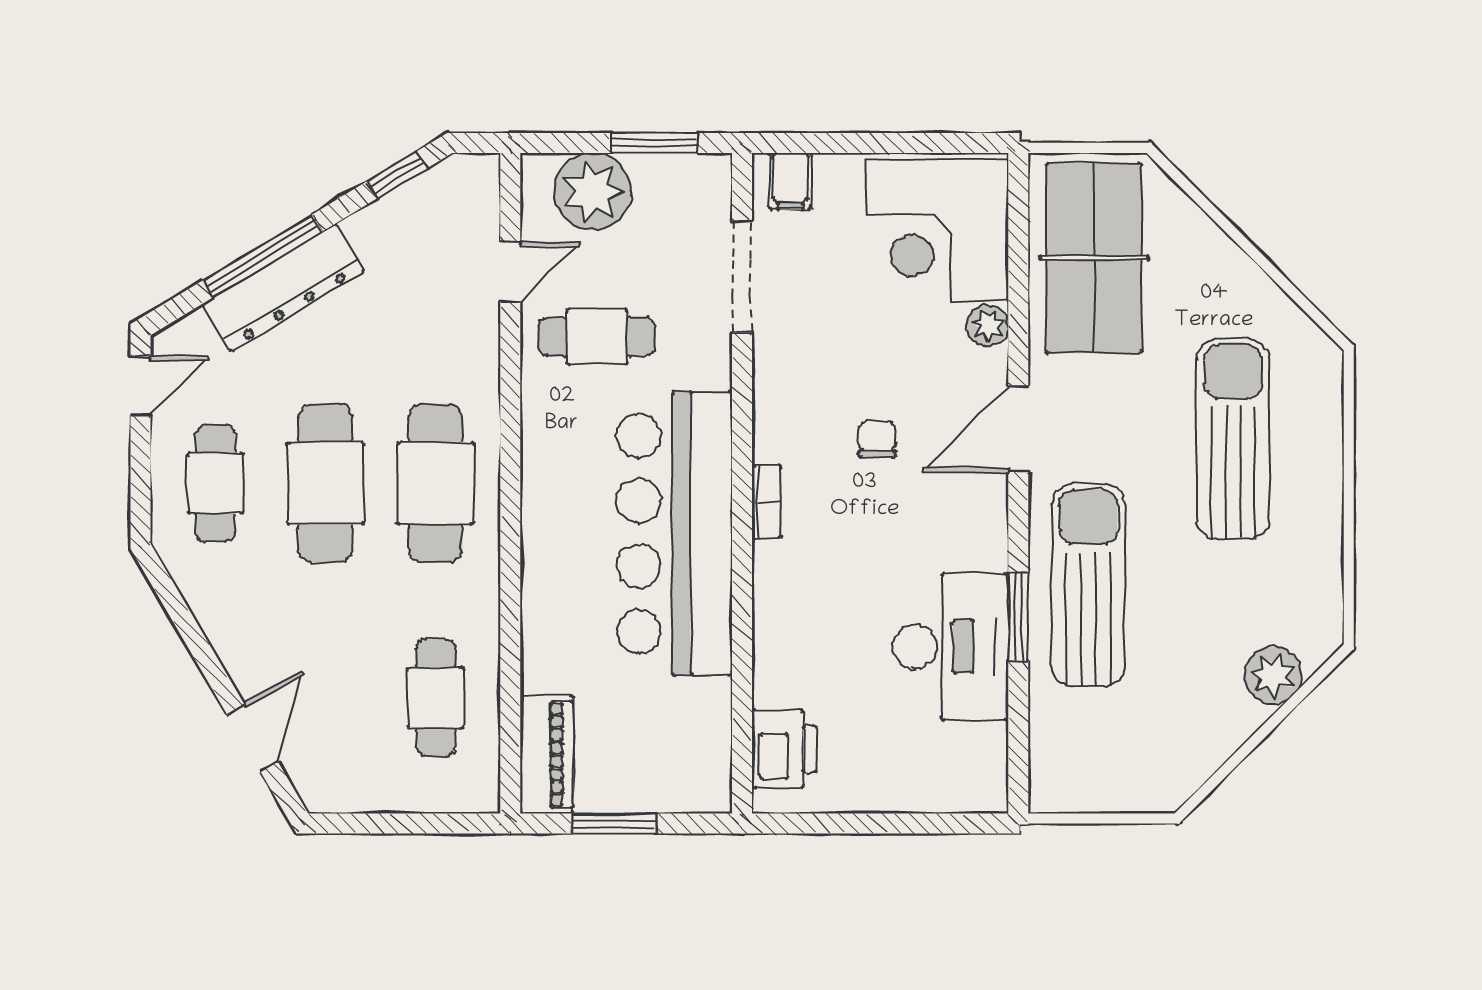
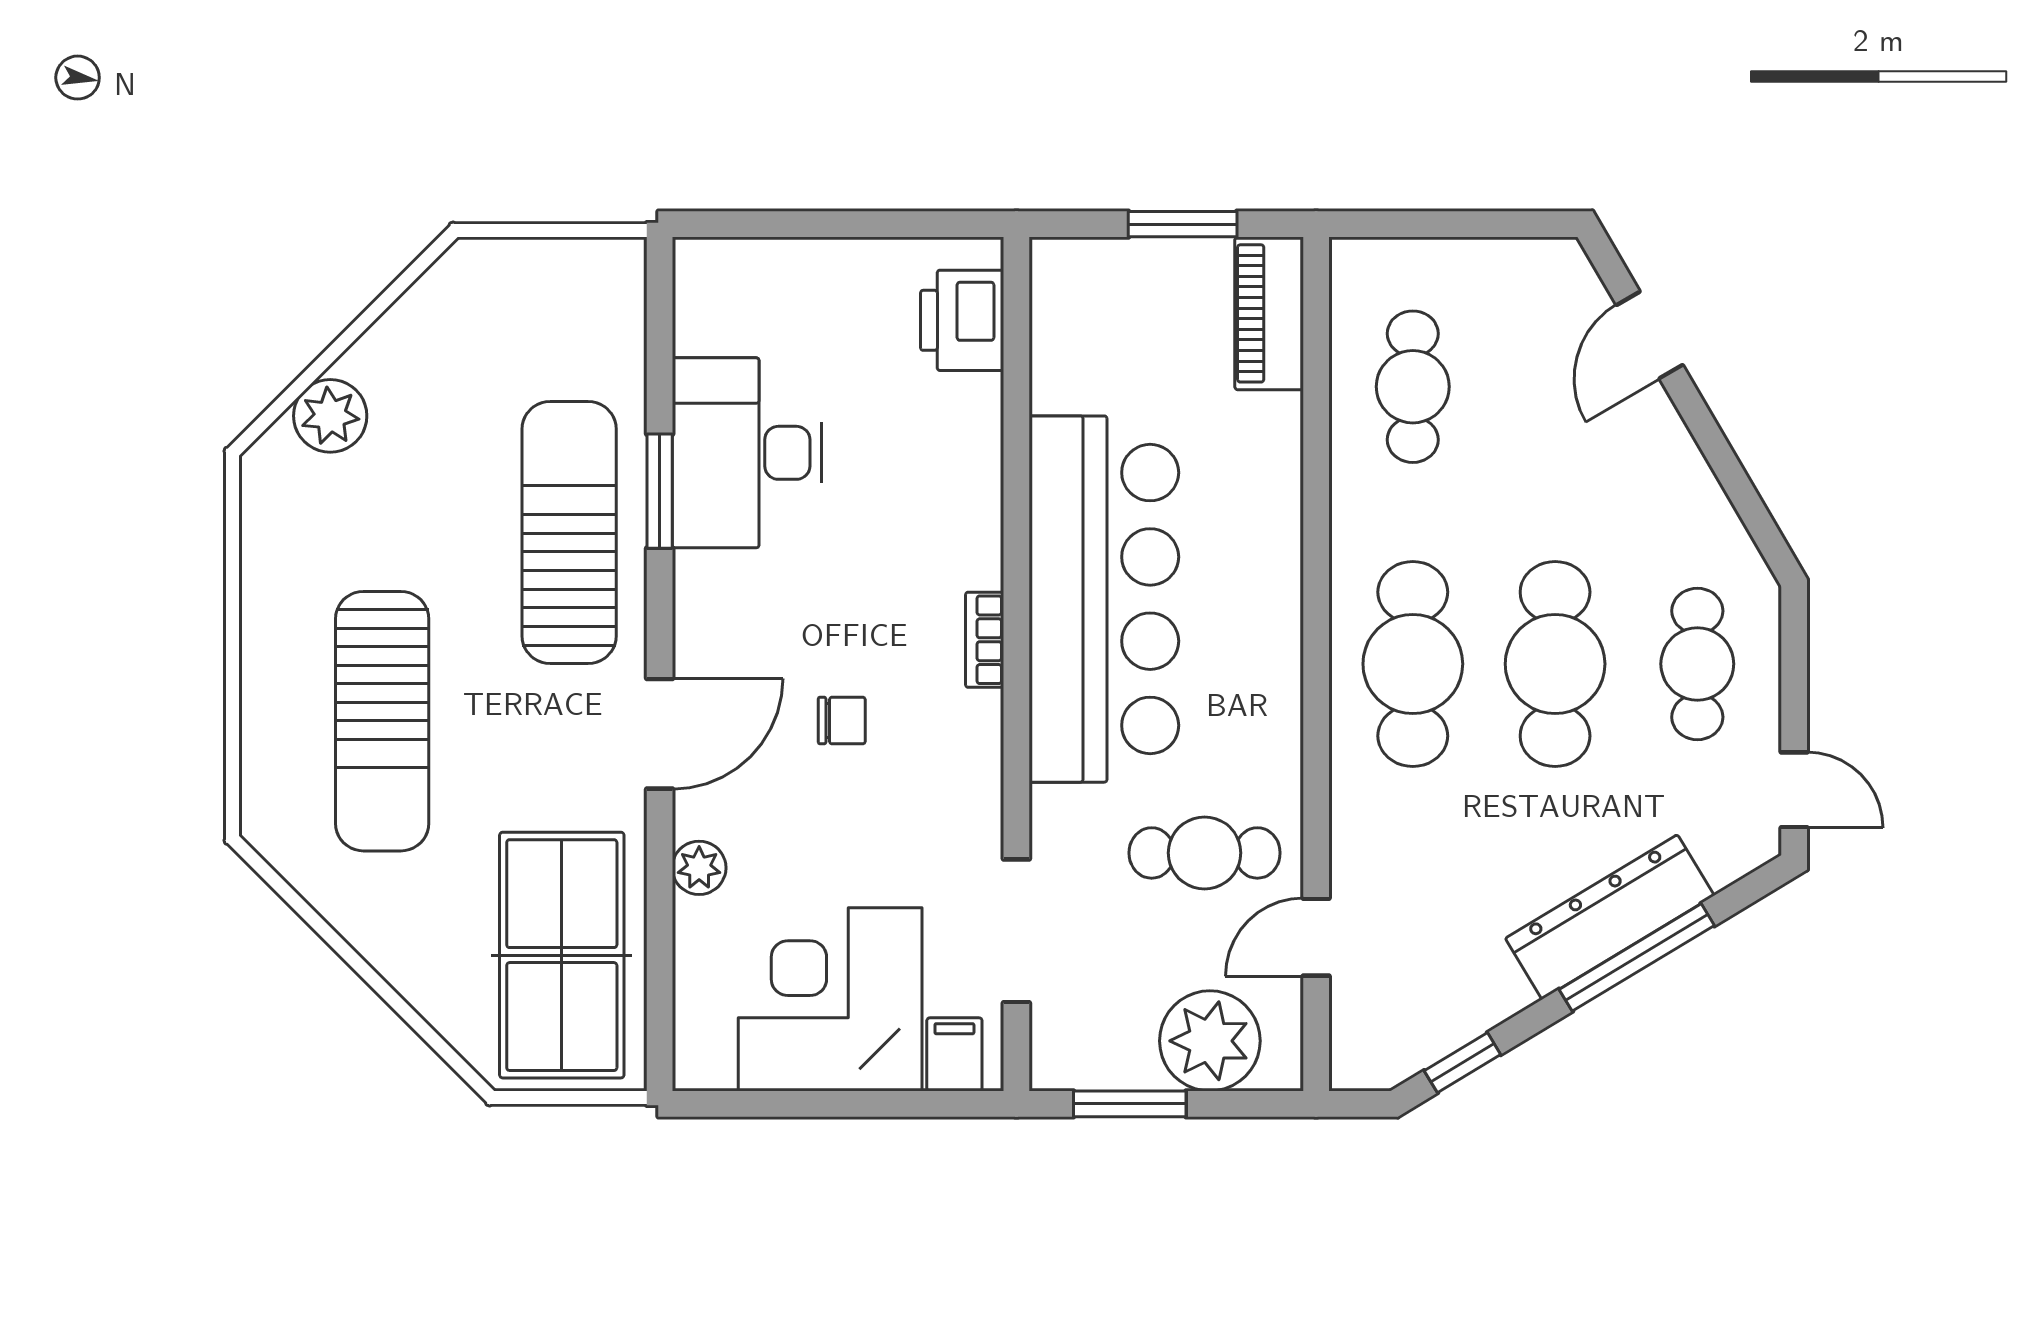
corner desk: (937, 230) -> (830, 999), moved, turned -90
door: (140, 386) -> (1794, 790), swing flipped
chair: (877, 439) -> (842, 721), turned -90
sun lounger: (1088, 585) -> (569, 532), turned 180

